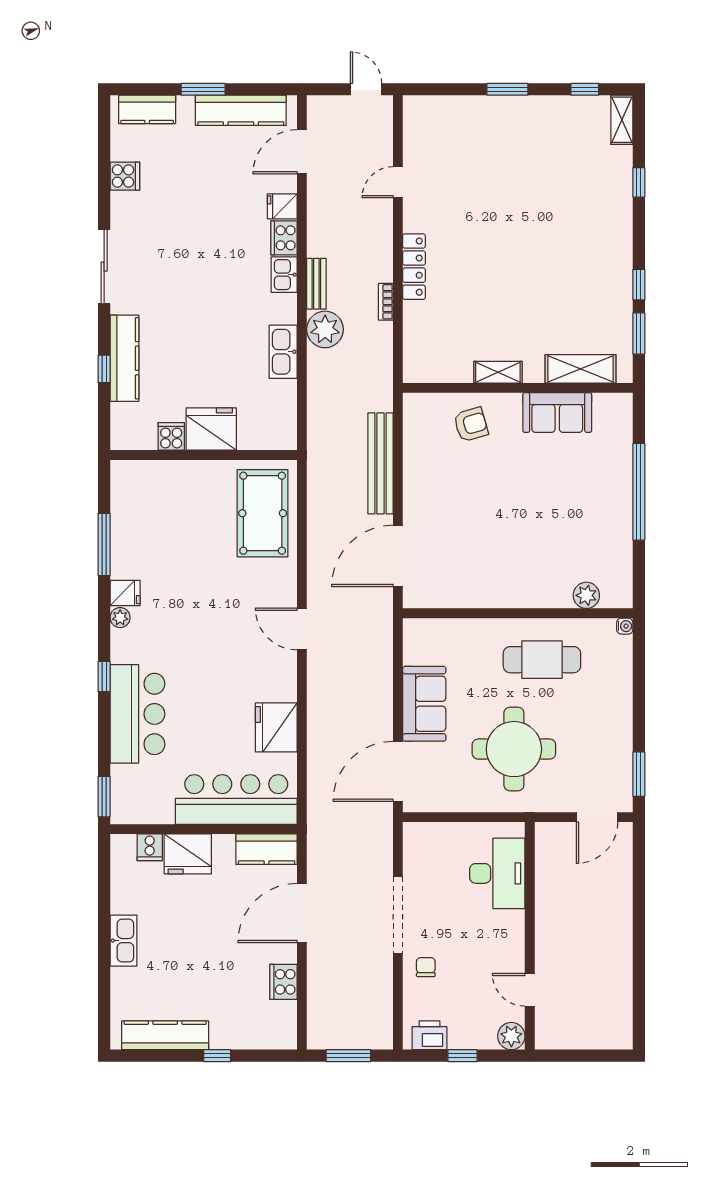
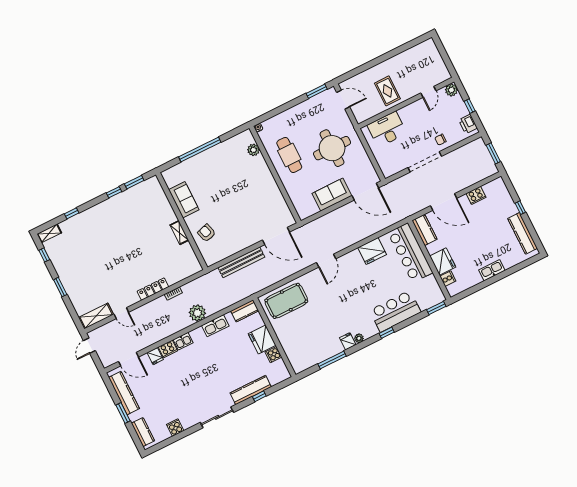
bench: (316, 284) -> (180, 326), removed
shelving: (581, 369) -> (96, 316), moved, turned 90
kitchen counter: (284, 423) -> (245, 311), added
rug: (571, 911) -> (387, 91), added

